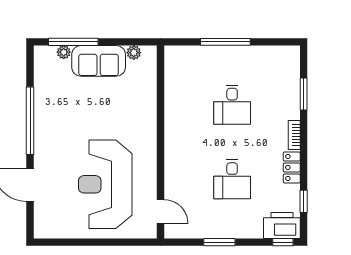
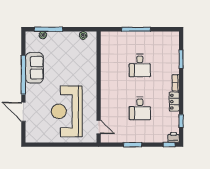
sofa: (99, 61) -> (34, 68), moved, turned -90
printer: (282, 225) -> (173, 137), width x0.53, depth x0.68

